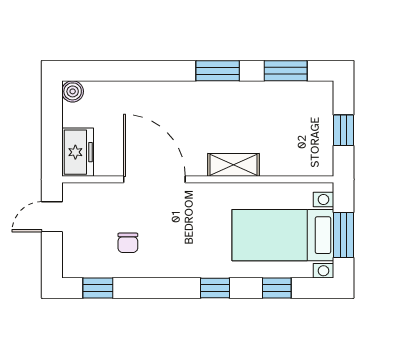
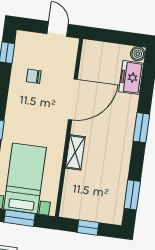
window: (218, 71) -> (141, 128), moved
freezer: (78, 152) -> (131, 77), moved, turned 90

